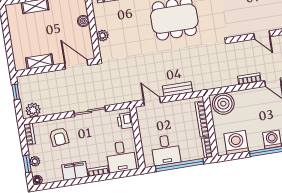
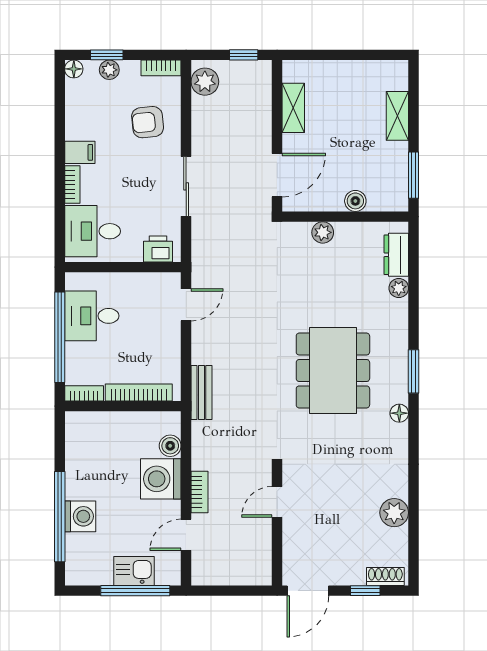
door: (262, 35) -> (277, 502), moved
bench: (178, 89) -> (201, 393), moved
boiler: (223, 104) -> (170, 446), width x0.54, depth x0.54
washing machine: (236, 142) -> (161, 479), moved, turned 180
filing cabinet: (75, 171) -> (80, 152), width x0.50

